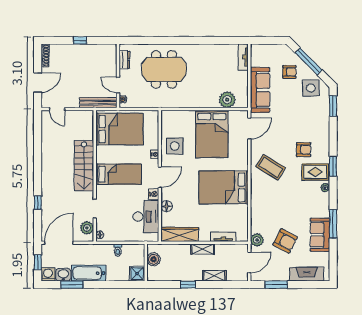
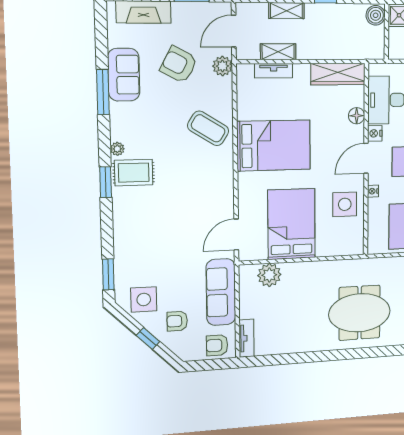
window: (309, 61) -> (148, 339), width x0.46
armchair: (304, 150) -> (217, 345), moved
coffee table: (271, 167) -> (208, 128), moved
shelving: (203, 249) -> (278, 52), moved
boiler: (154, 259) -> (376, 15), moved

